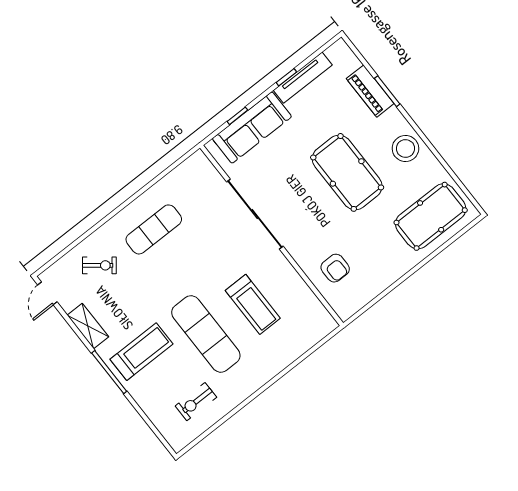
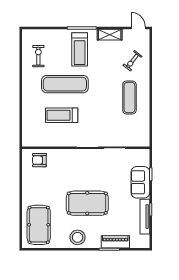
sofa: (252, 128) -> (140, 182), width x0.73
armchair: (335, 268) -> (39, 160), moved

